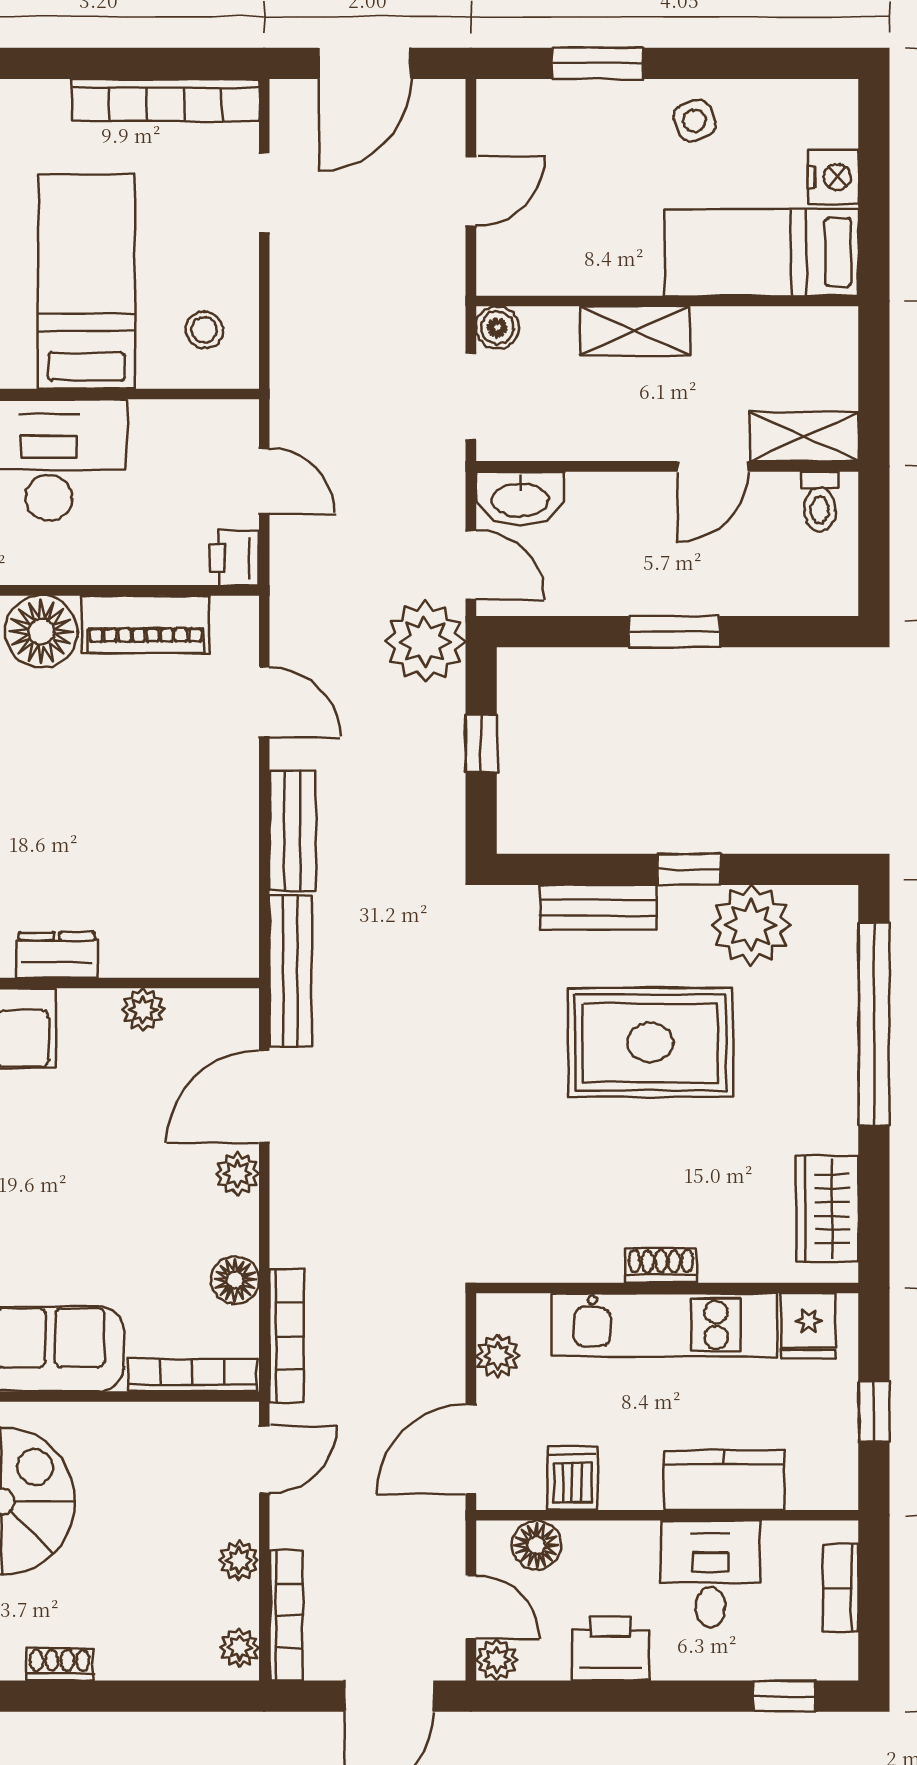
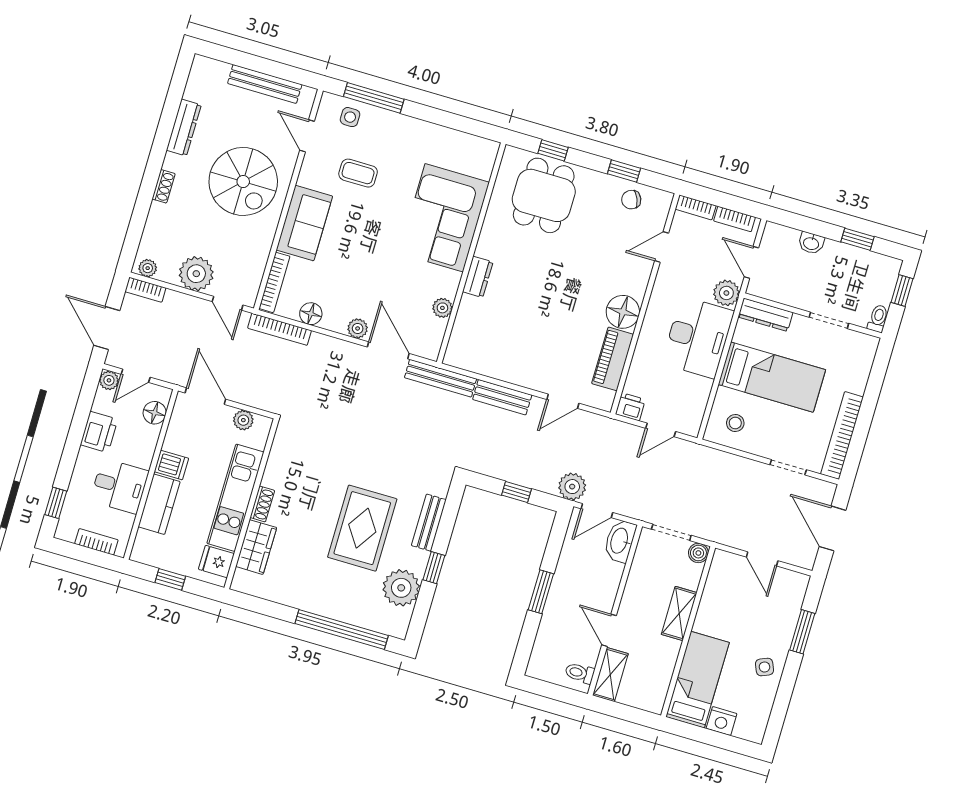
plant: (425, 642) -> (572, 487), width x0.73, depth x0.73
wardrobe: (827, 1209) -> (256, 547), moved, turned 90
dishwasher: (573, 1478) -> (171, 465), moved
plant: (239, 1560) -> (196, 274), width x1.88, depth x1.88
bookcase: (286, 1616) -> (145, 290), width x0.64

